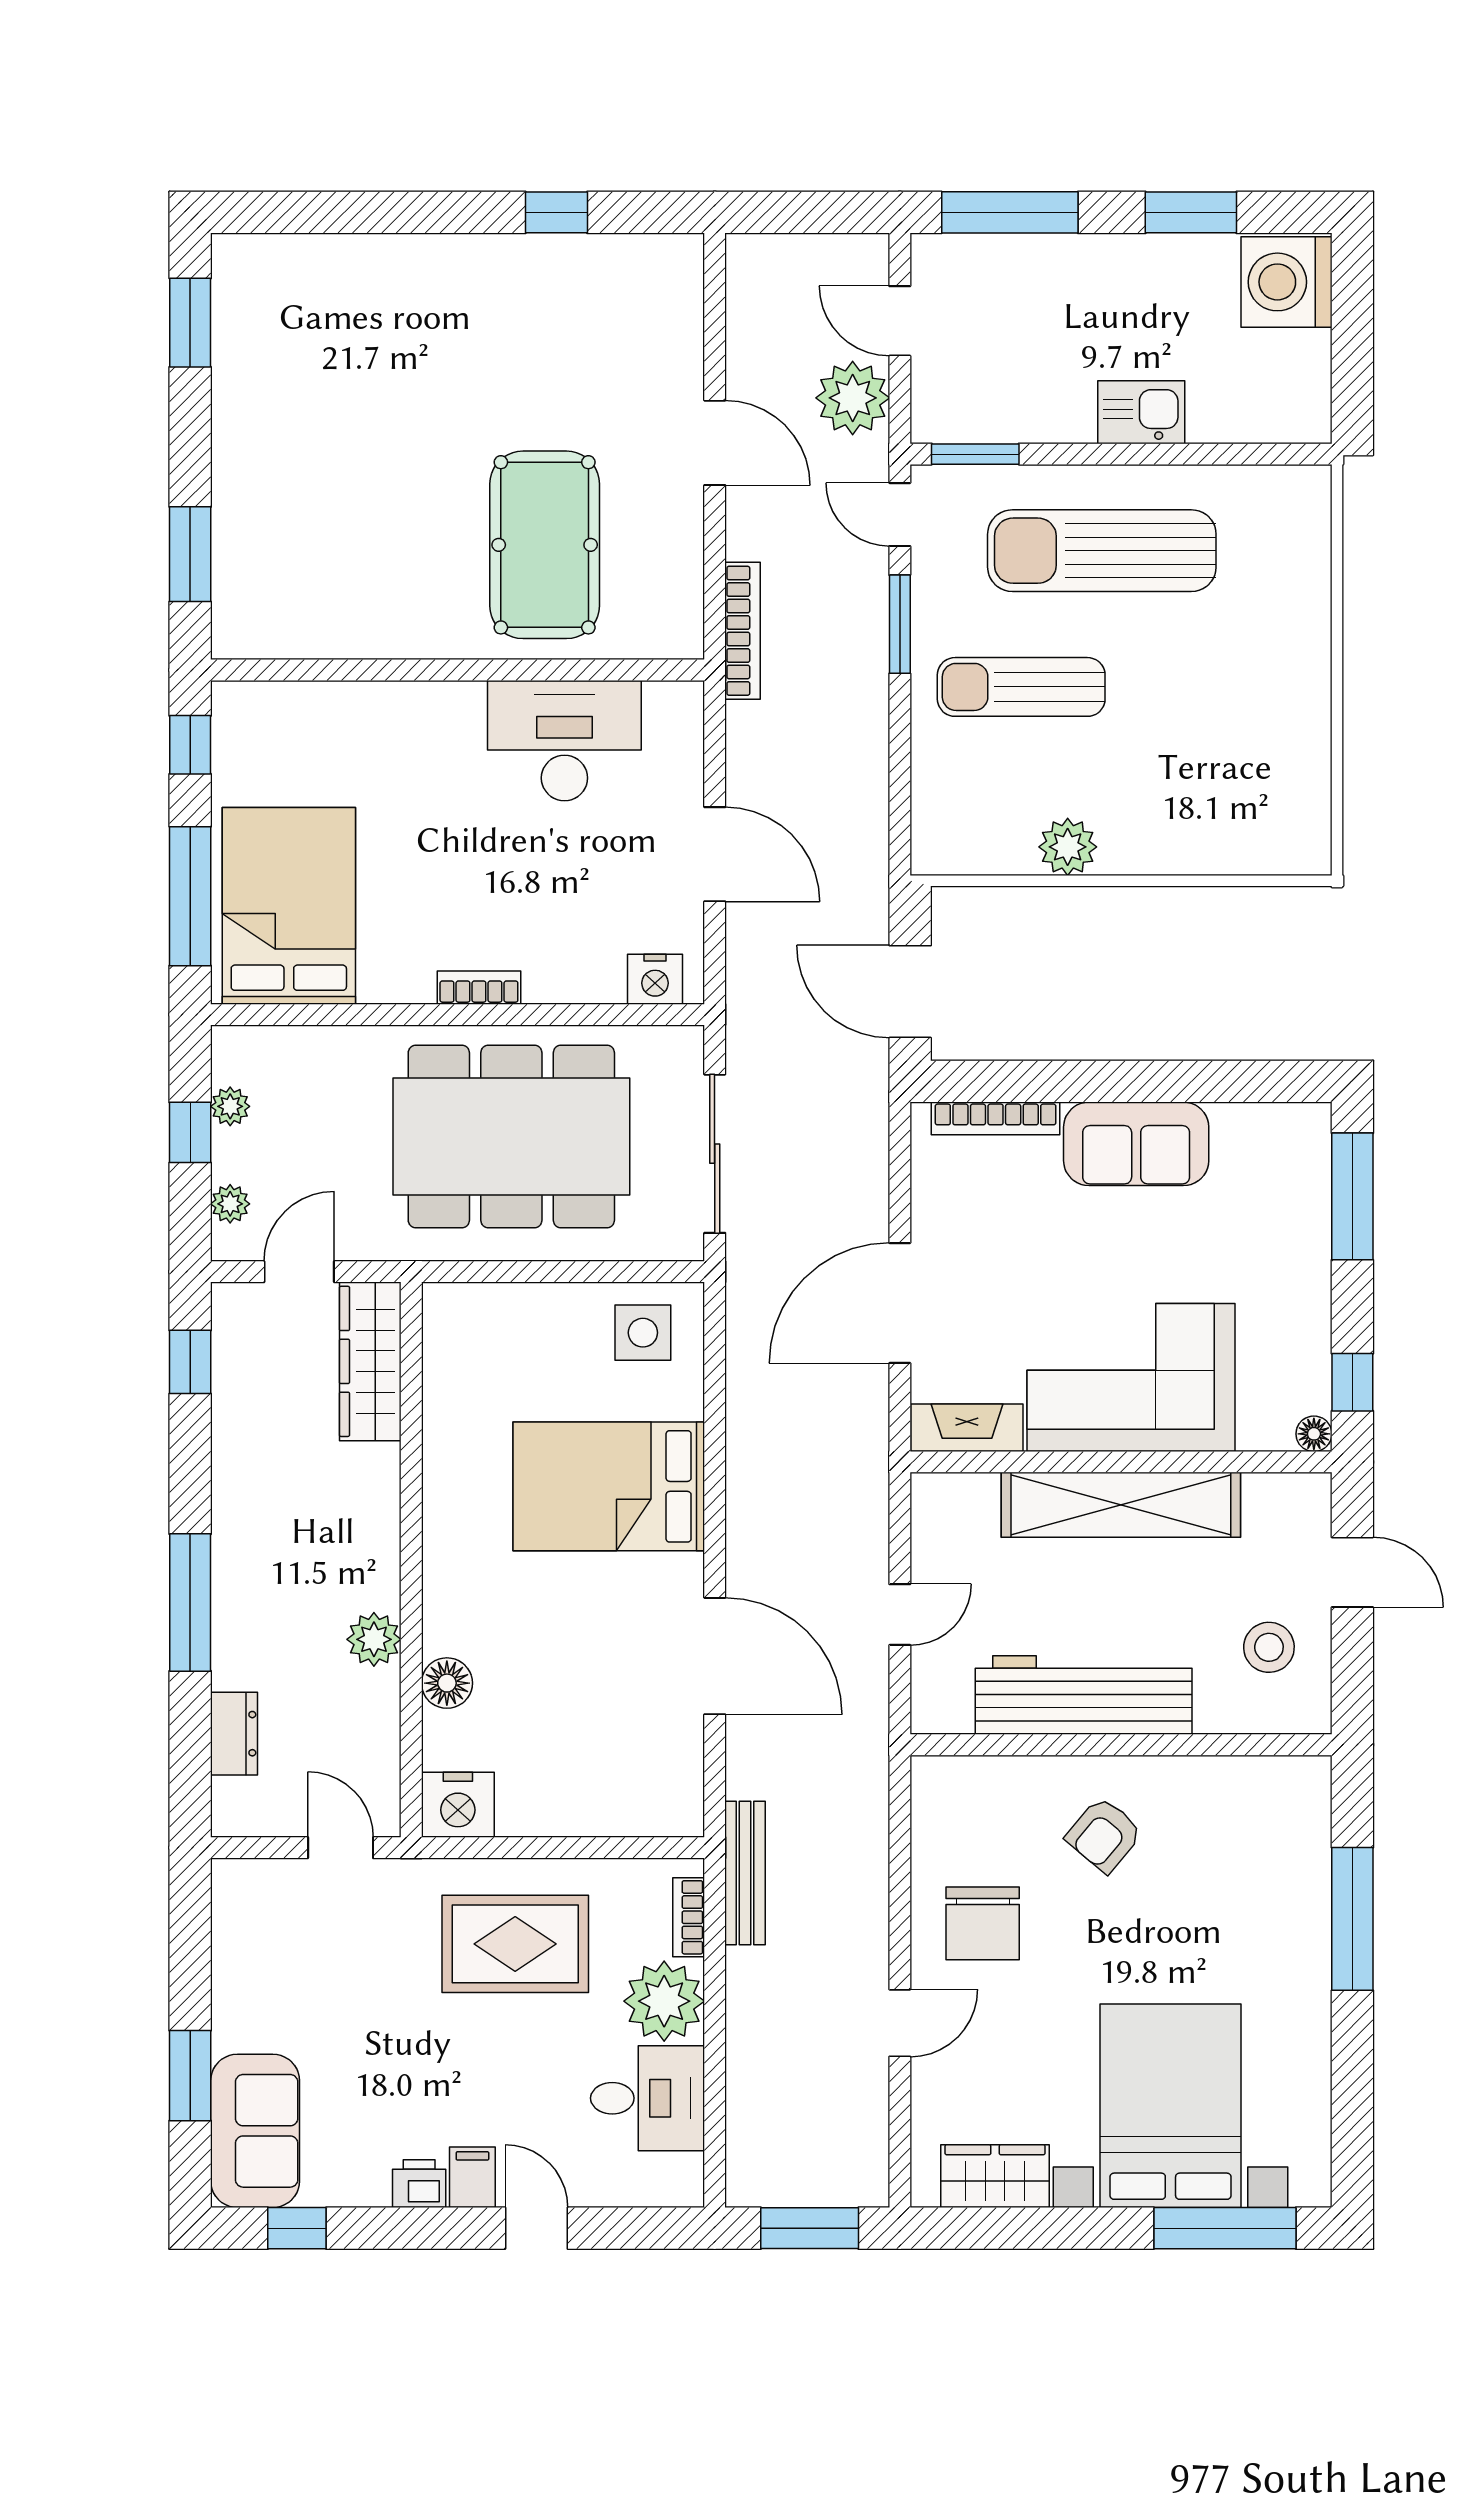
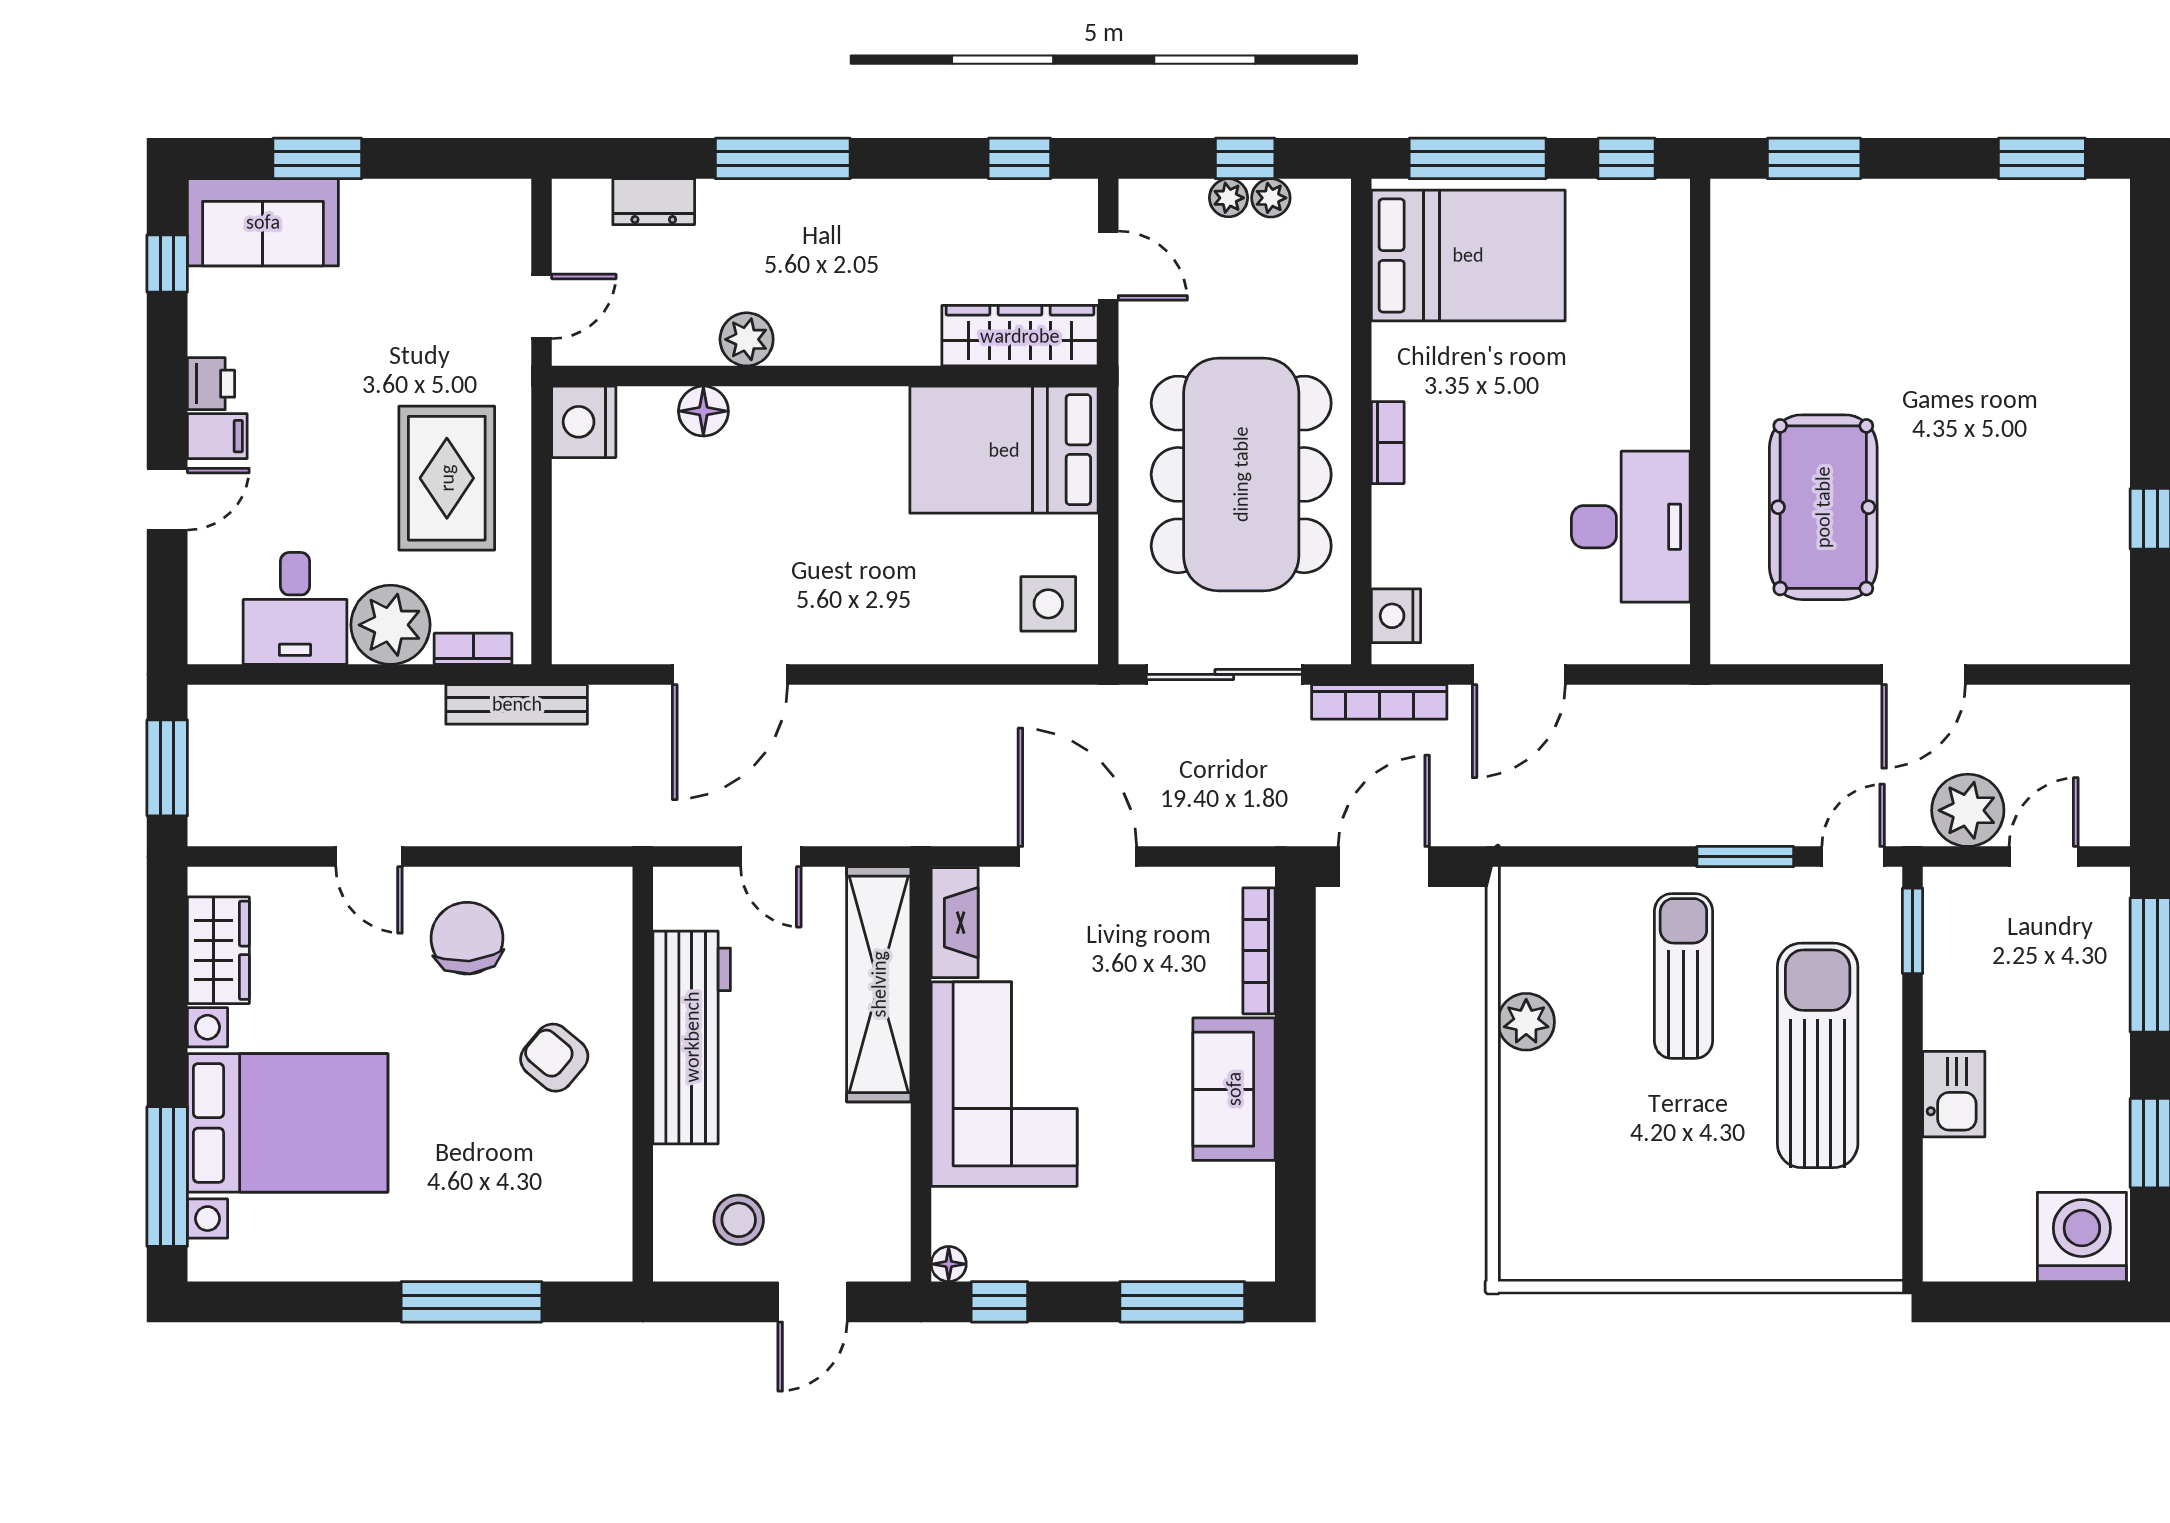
pool table: (545, 545) -> (1823, 507), turned 90
bookcase: (743, 631) -> (1379, 702), moved
plant: (230, 1204) -> (1229, 198), moved
bed: (609, 1486) -> (1004, 450), moved, turned -90
shelving: (1121, 1505) -> (879, 984), moved
chair: (983, 1923) -> (467, 938), turned 85

